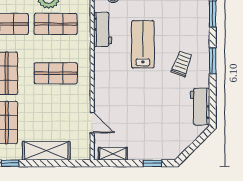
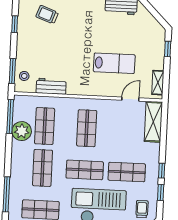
lab bench: (143, 44) -> (114, 63), moved, turned 180
trolley: (182, 64) -> (47, 15), moved
shelving: (46, 151) -> (153, 122), moved

